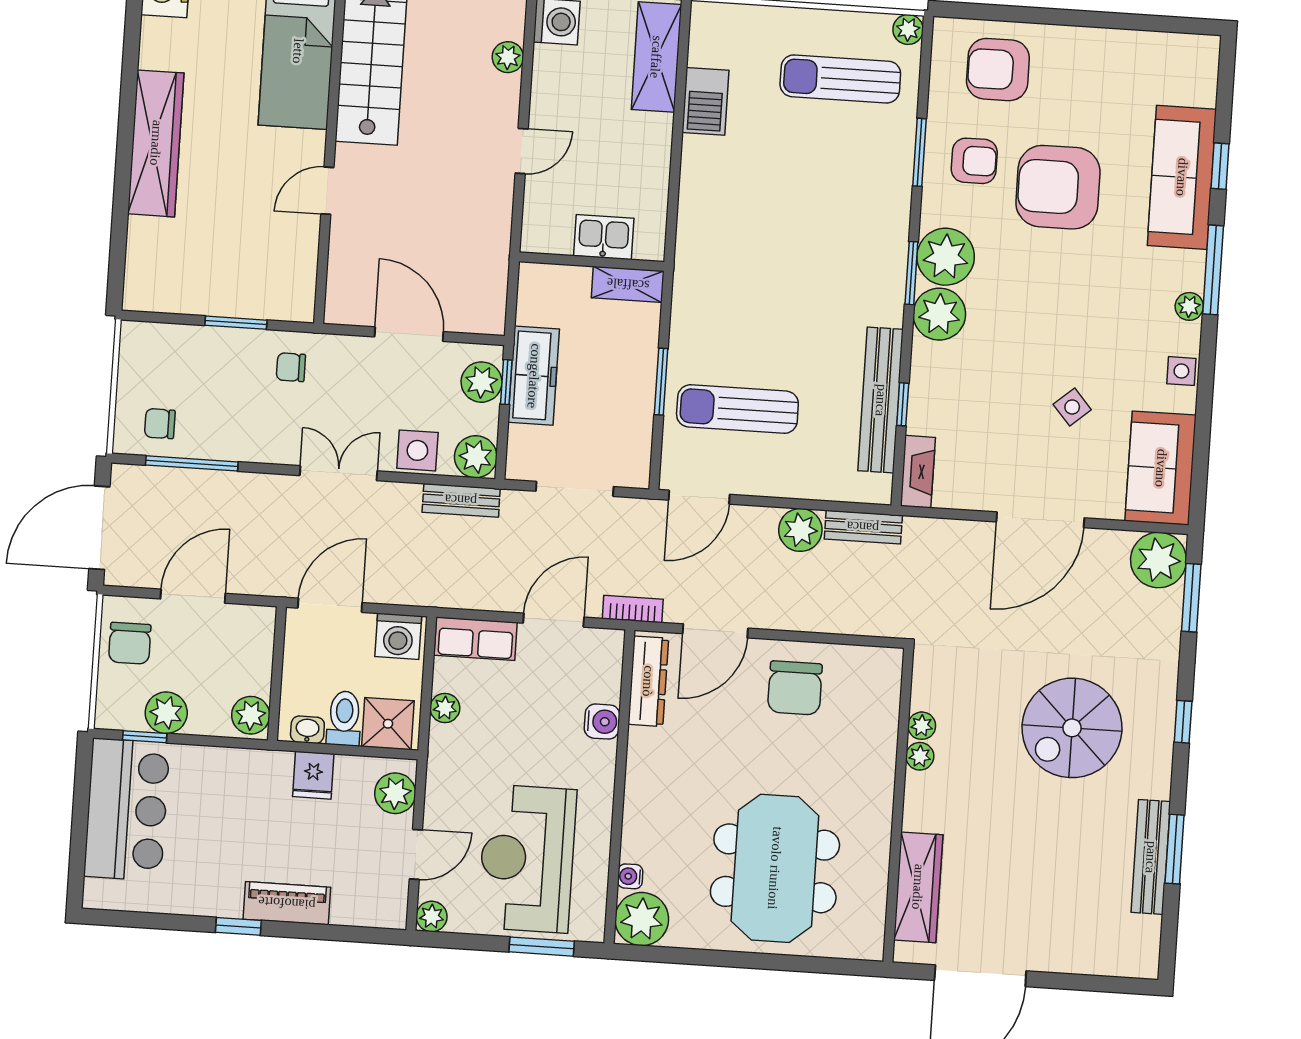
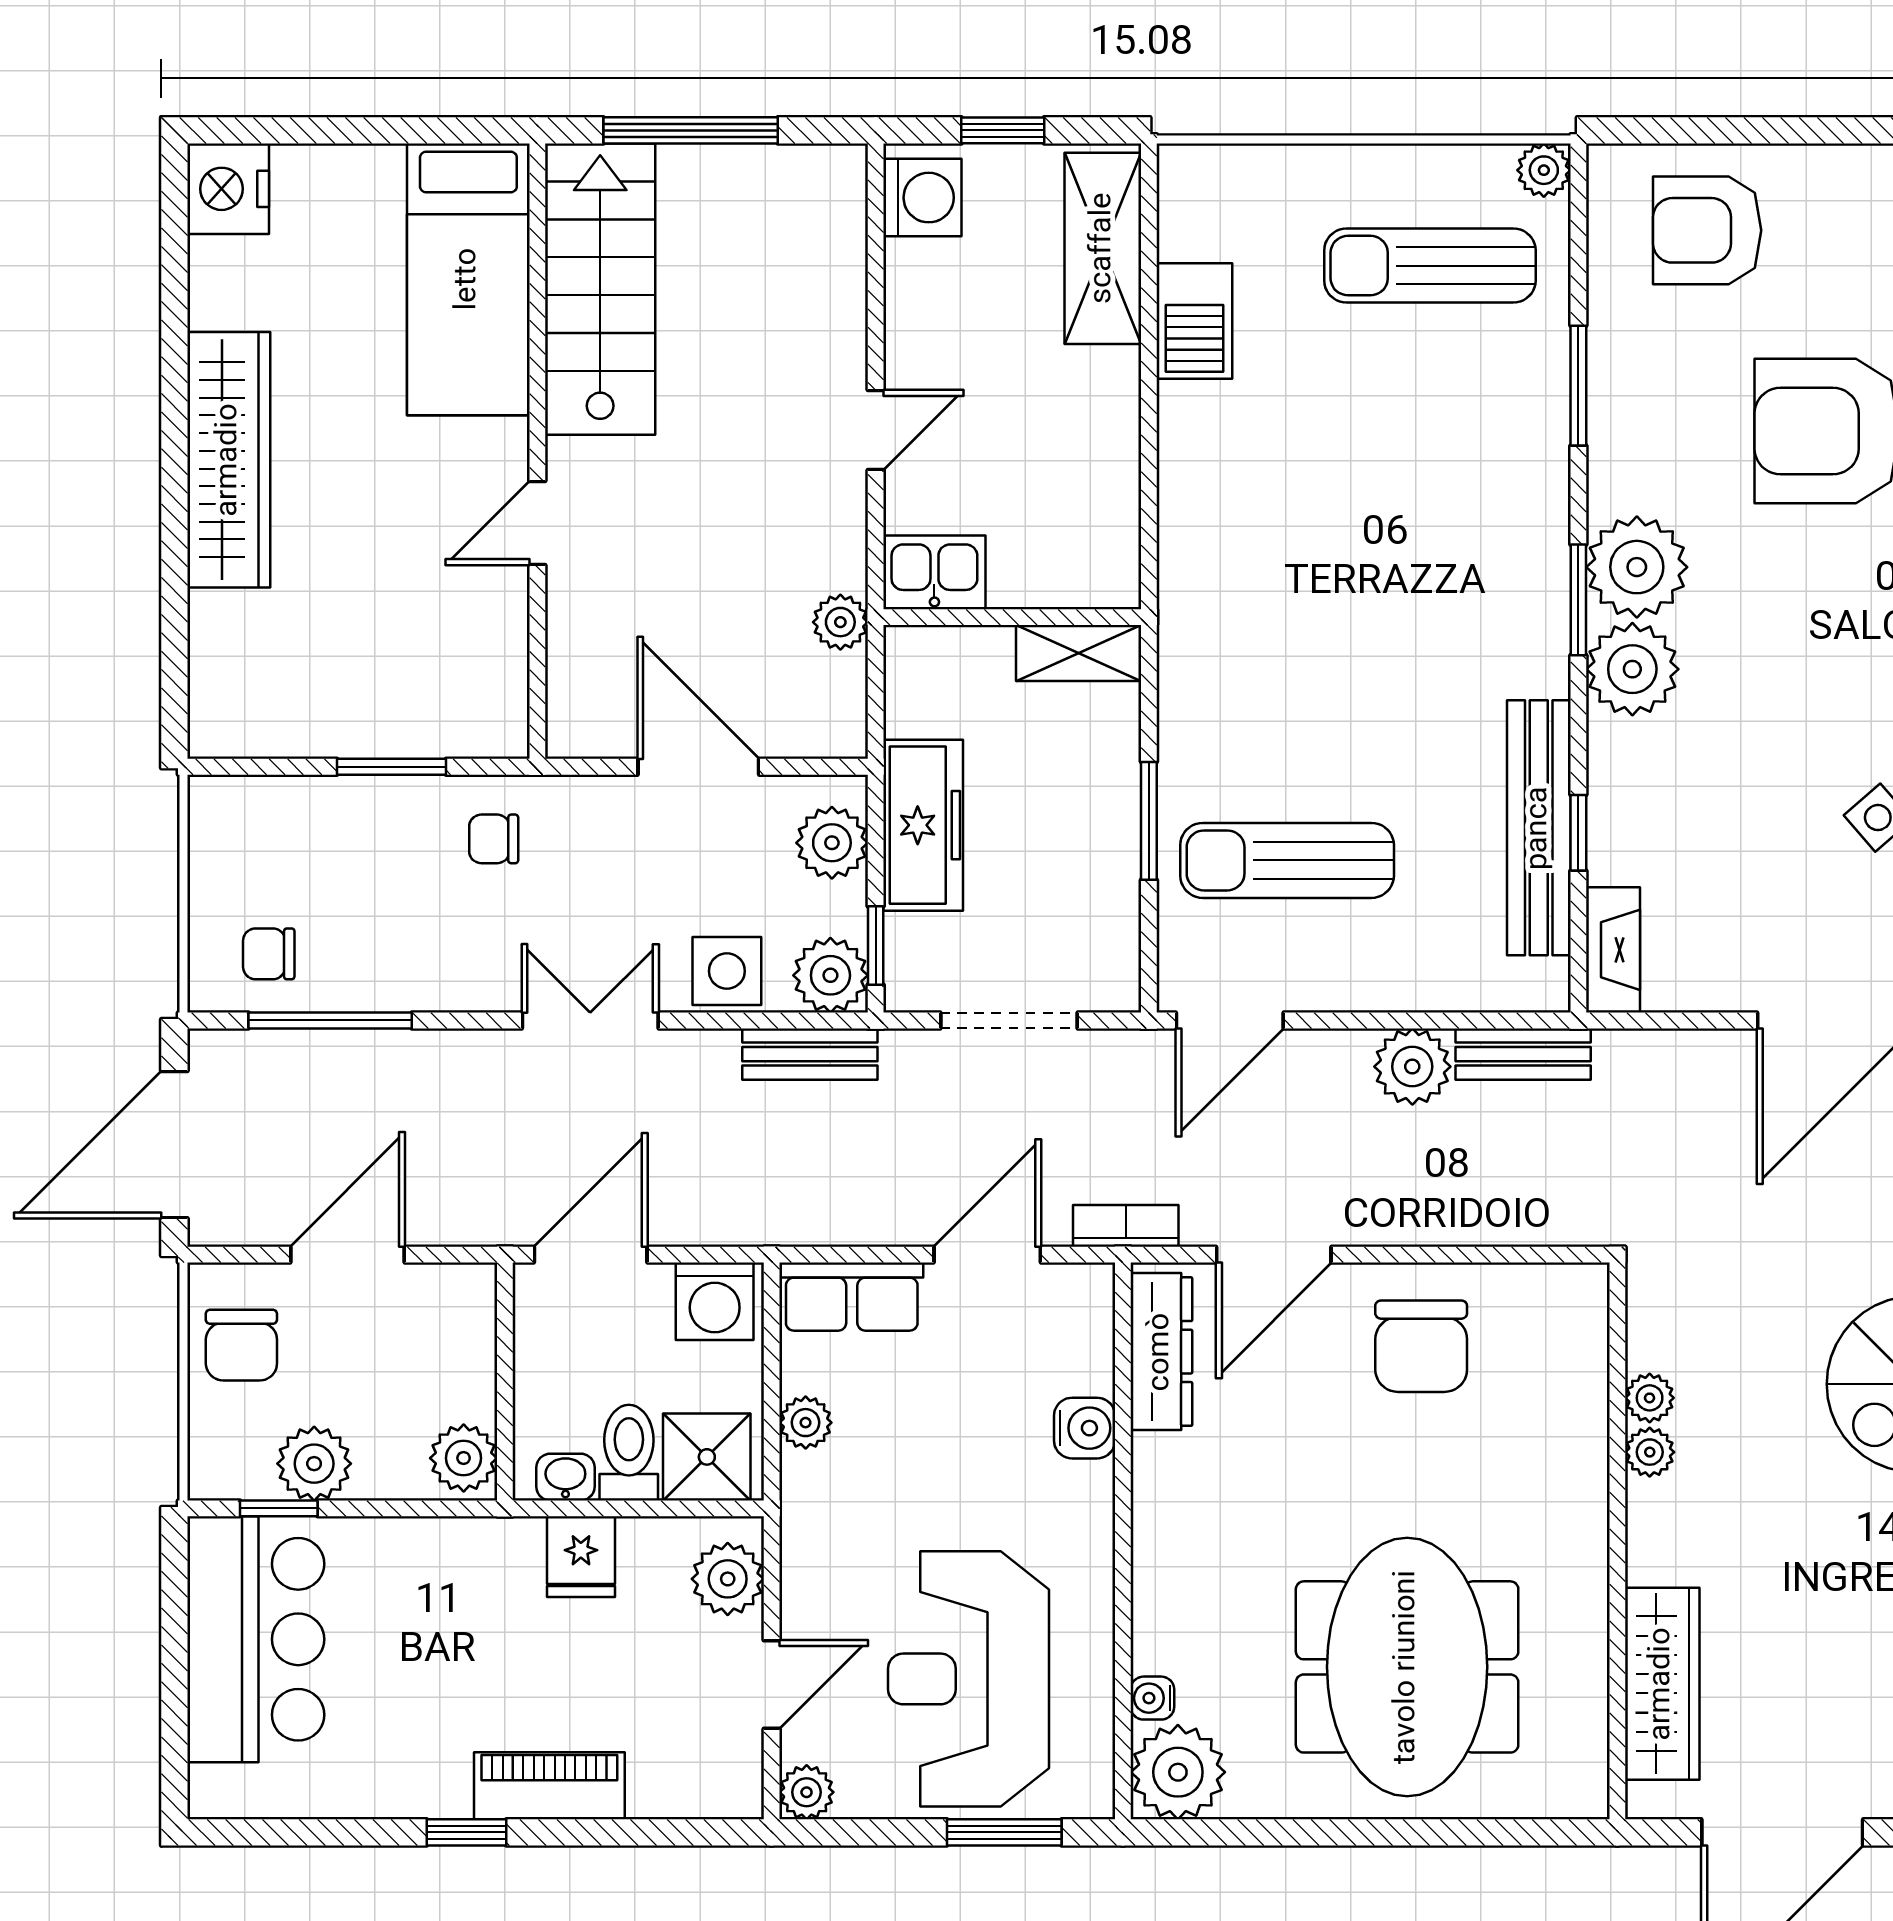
plant: (508, 57) -> (840, 622), moved
armchair: (974, 161) -> (1676, 394), removed
kitchen sink: (604, 237) -> (934, 572), moved
window: (506, 382) -> (876, 946), moved

